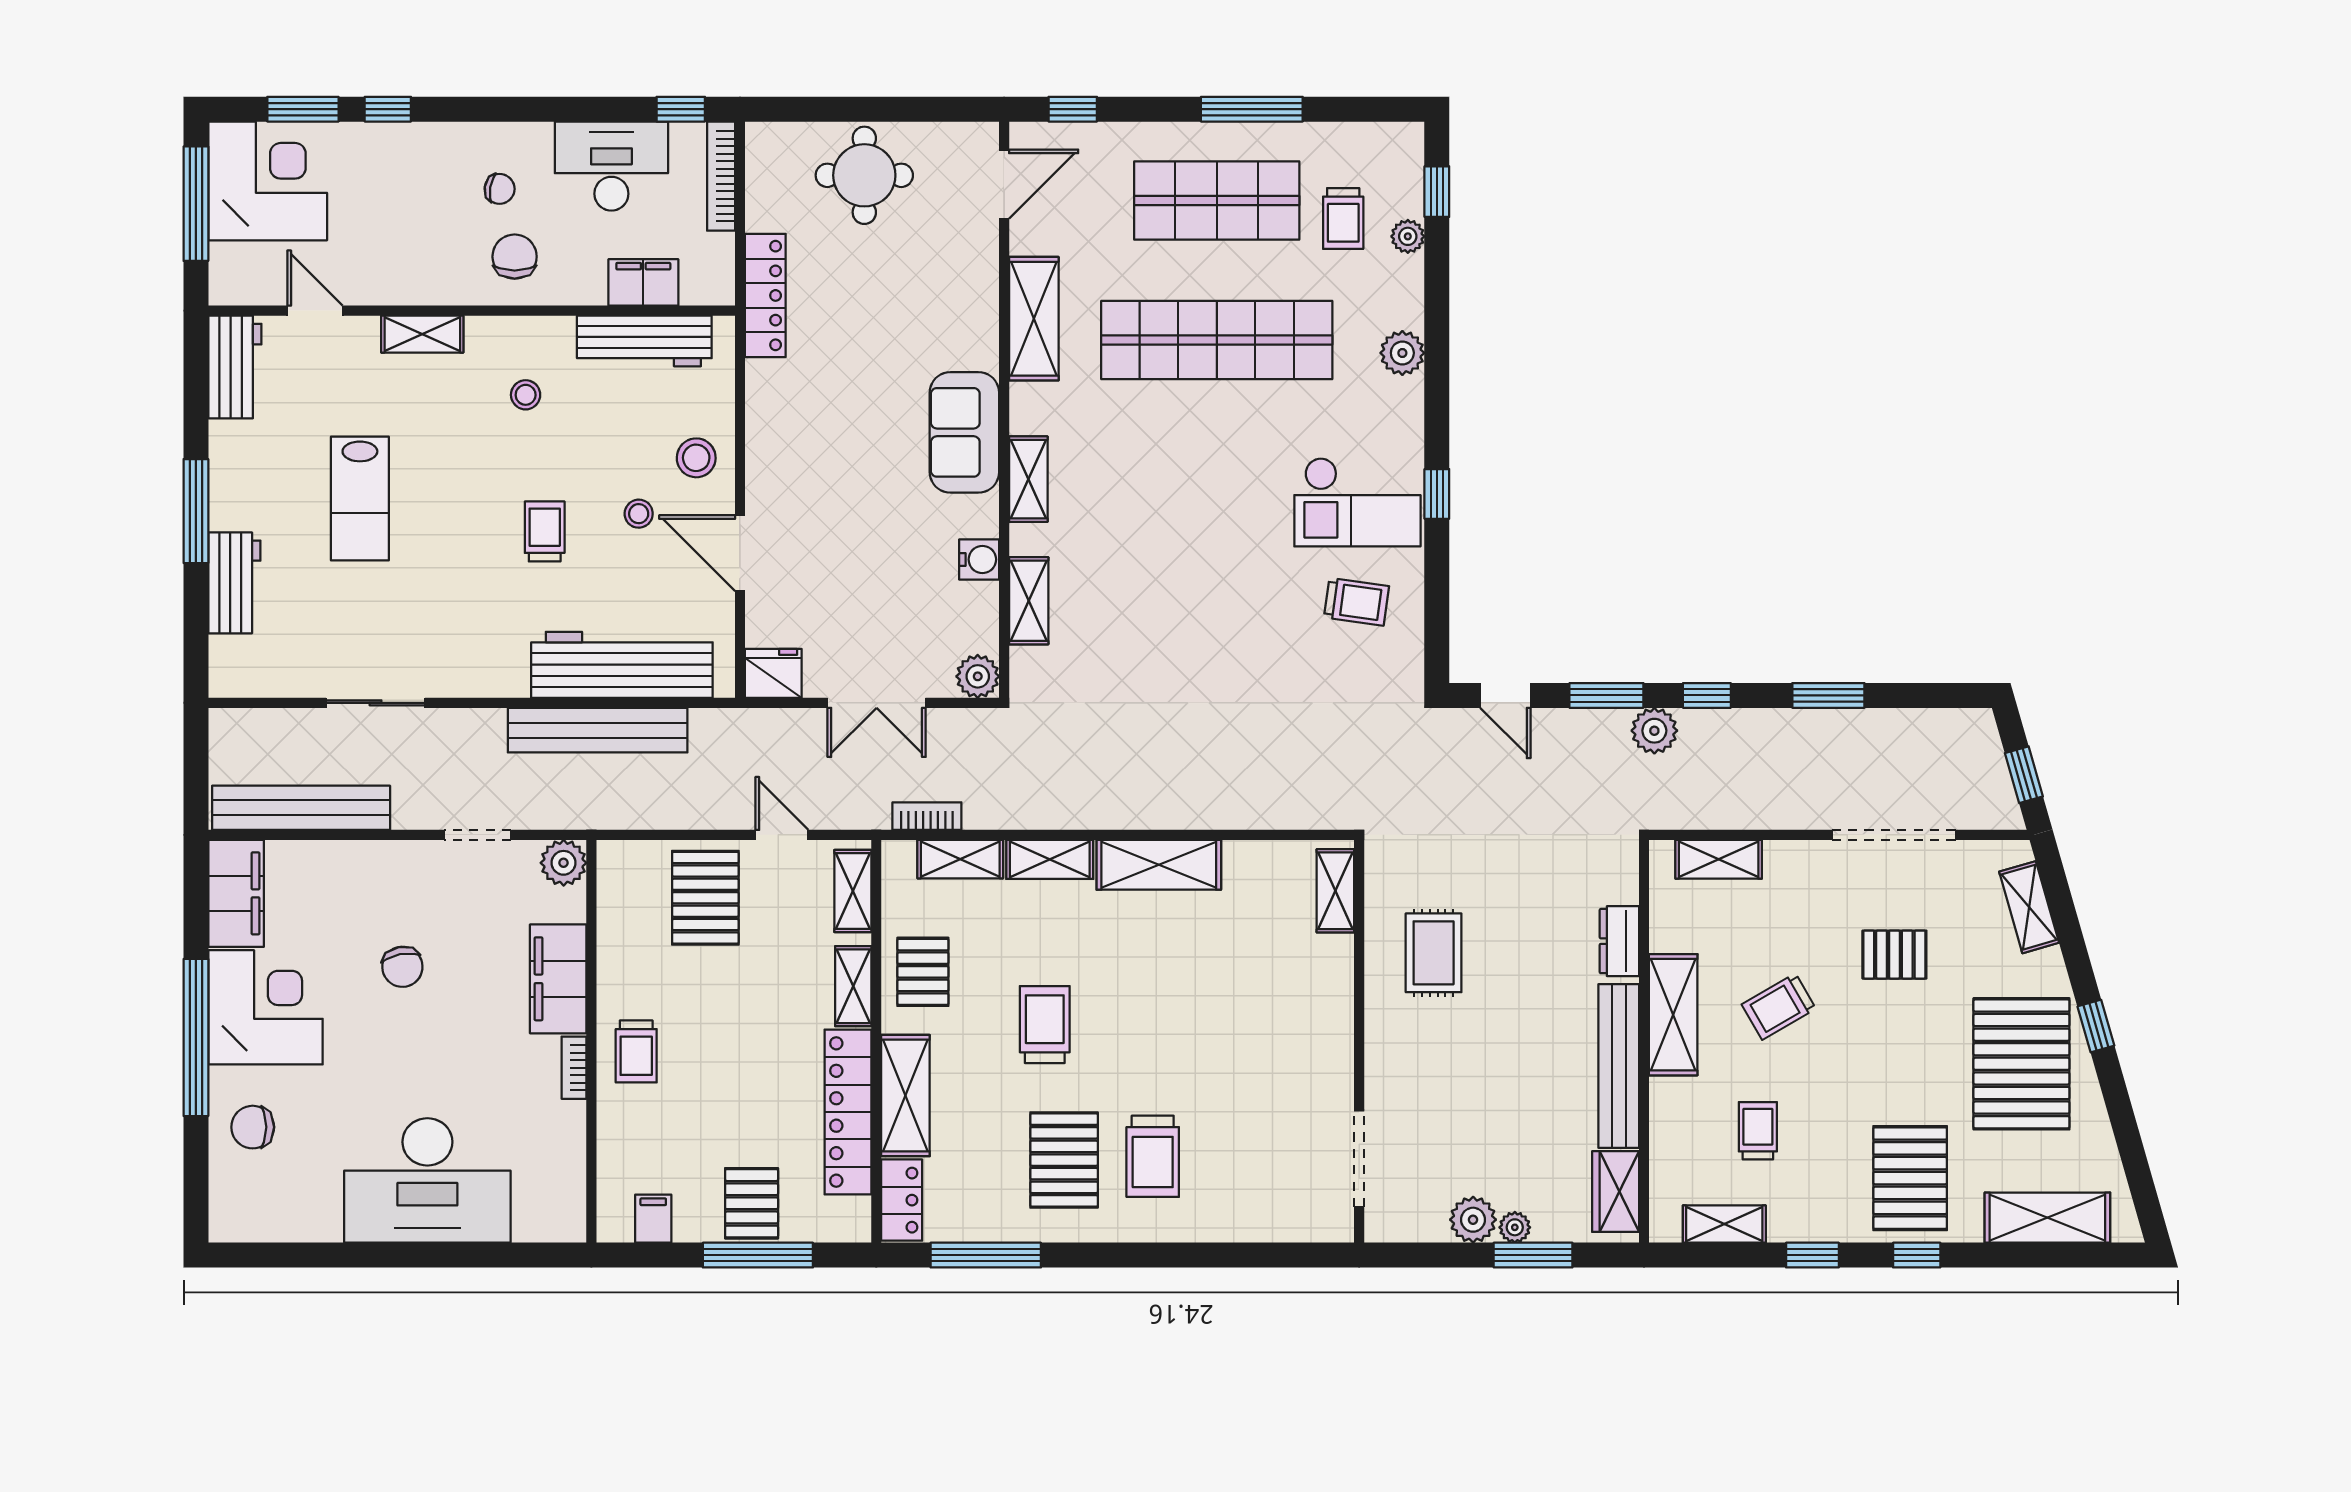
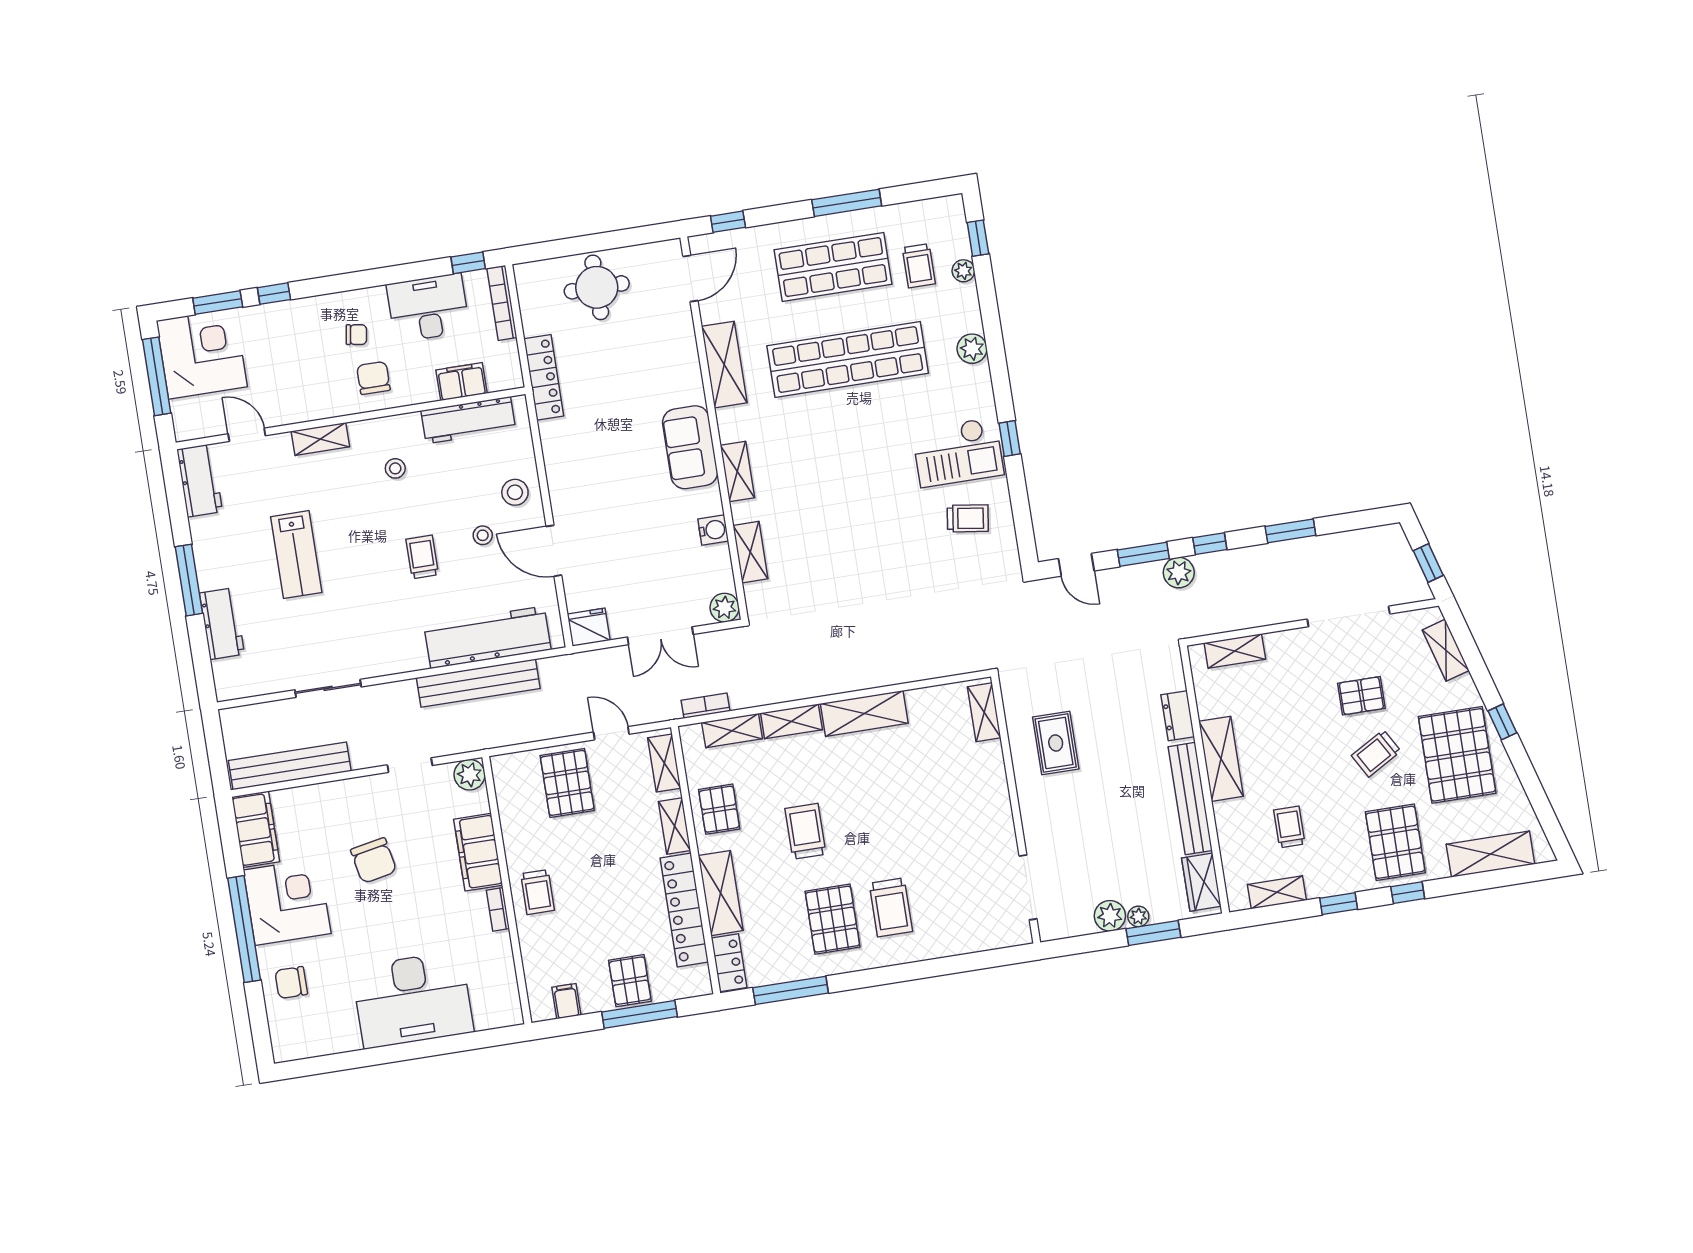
chair: (402, 967) -> (374, 861), width x1.37, depth x1.37
trolley: (1779, 1007) -> (1376, 753), moved

